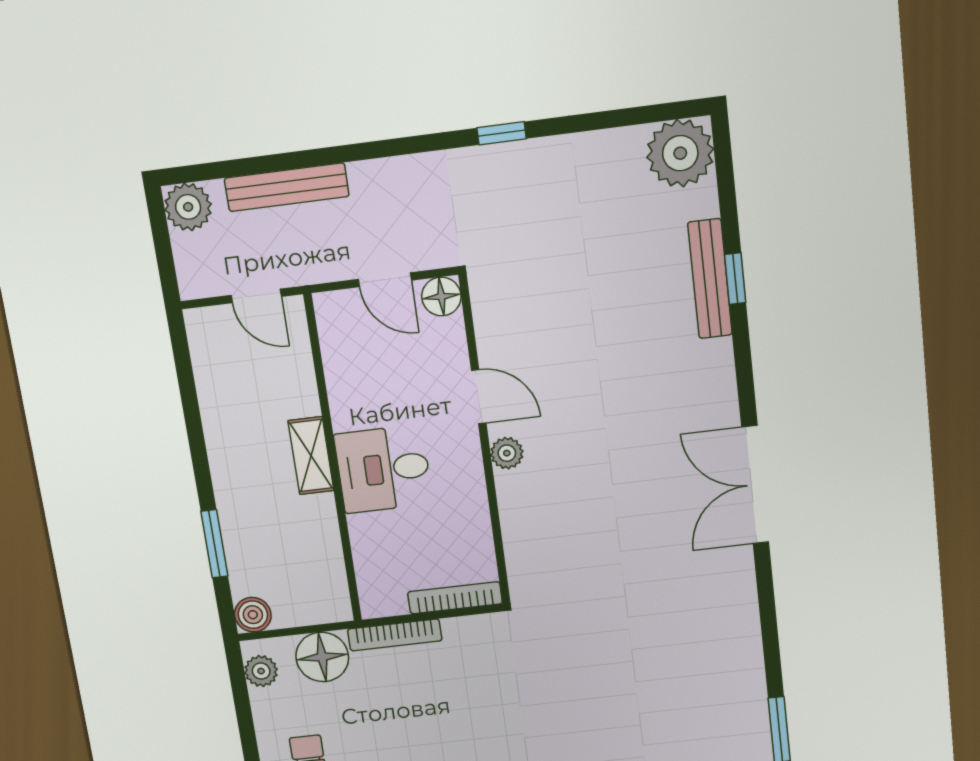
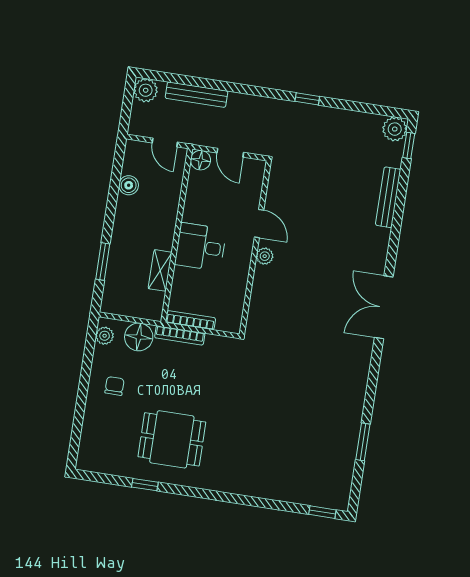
plant: (680, 153) -> (395, 129), width x0.73, depth x0.73
window: (735, 279) -> (409, 145), moved
floor lamp: (441, 296) -> (201, 160), moved
shelving: (311, 456) -> (160, 270), moved
bookcase: (455, 598) -> (190, 320), moved
boiler: (253, 615) -> (129, 185), moved

